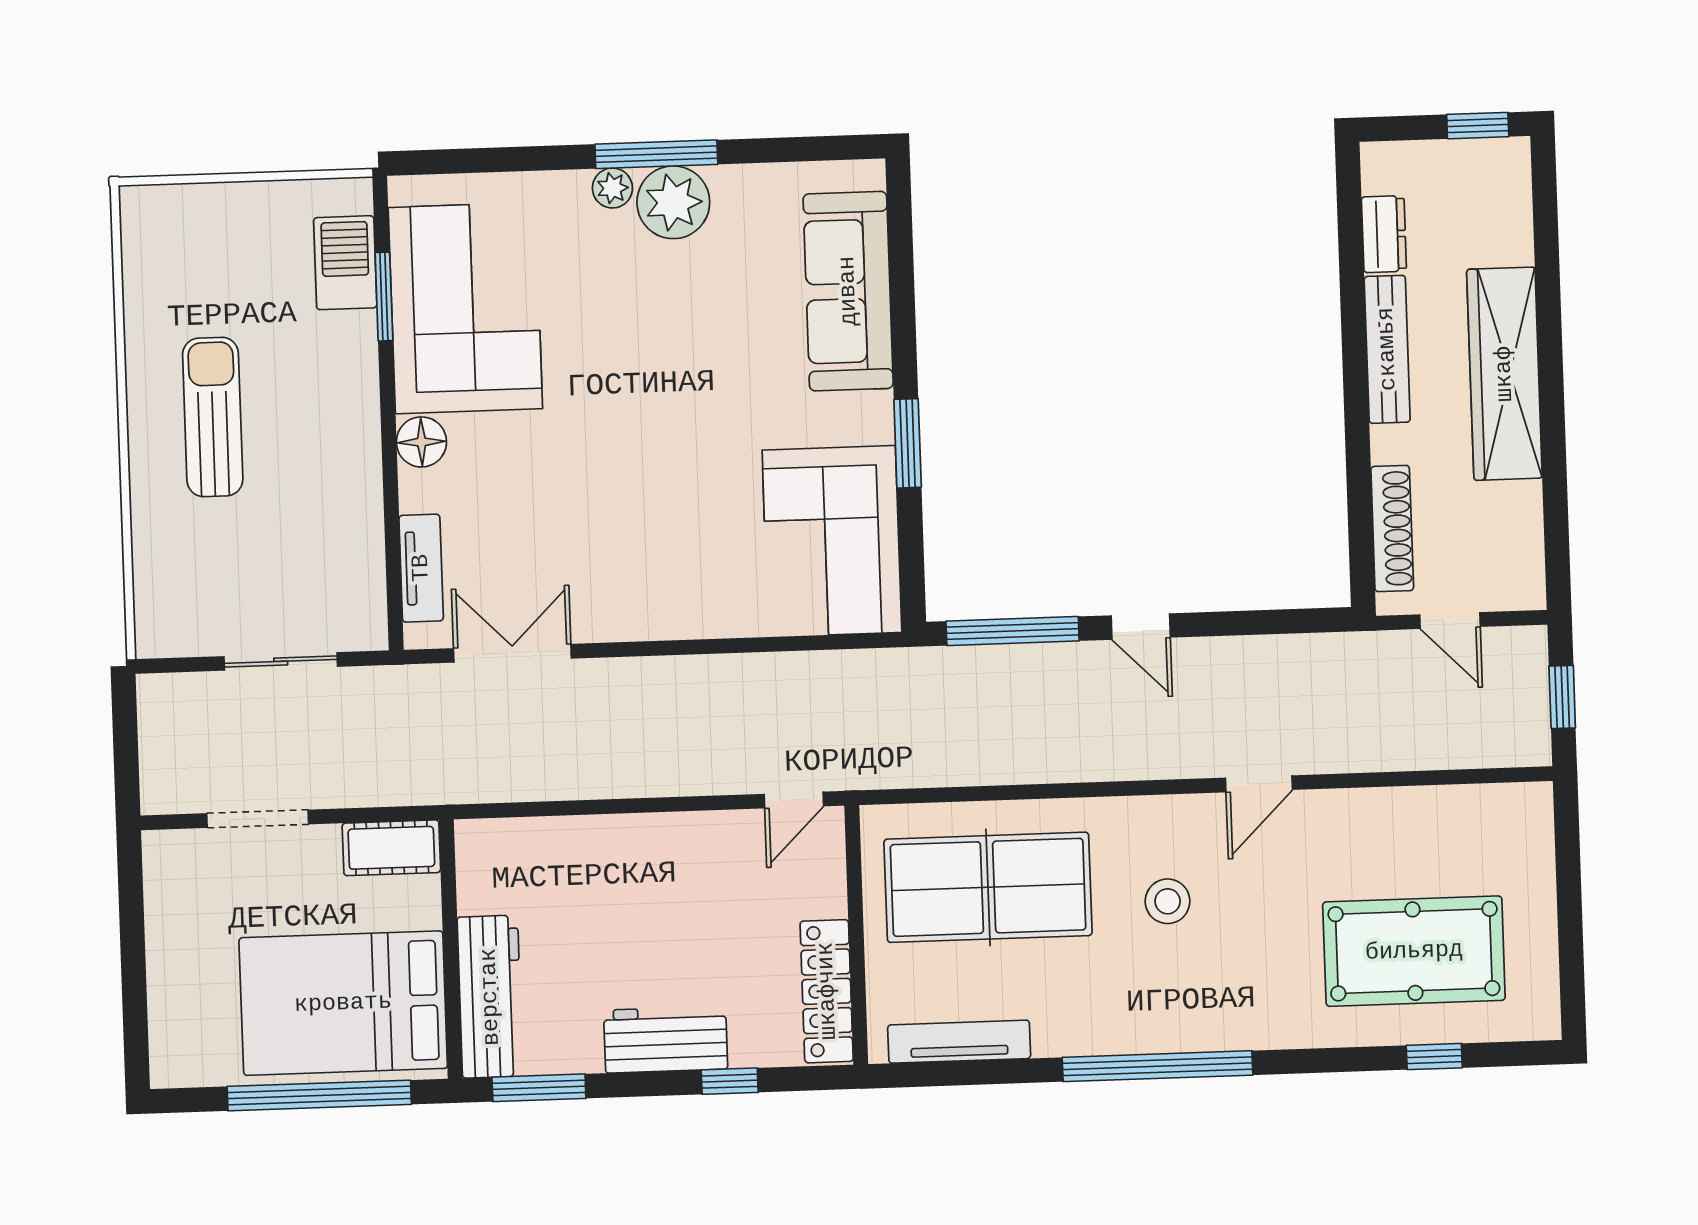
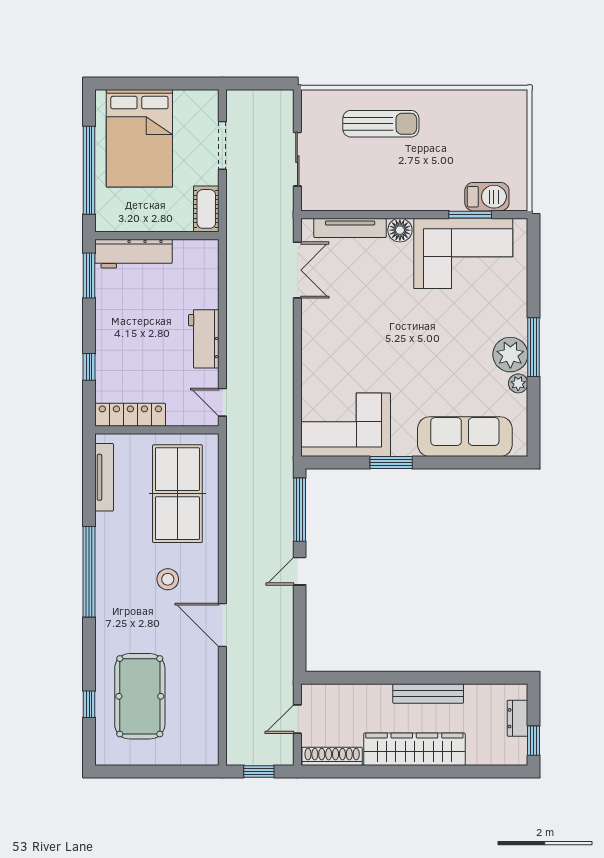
plant: (612, 188) -> (518, 383), moved
dresser: (1384, 234) -> (518, 718), moved, turned 90
sun lounger: (213, 417) -> (381, 124), moved
shoe rack: (1392, 529) -> (332, 756), moved, turned 180
tv unit: (421, 568) -> (350, 228), width x1.41
door: (1259, 784) -> (222, 625), width x1.38
bed: (343, 1003) -> (139, 138), moved, turned 180
workbench: (666, 1040) -> (204, 339), moved, turned 180

